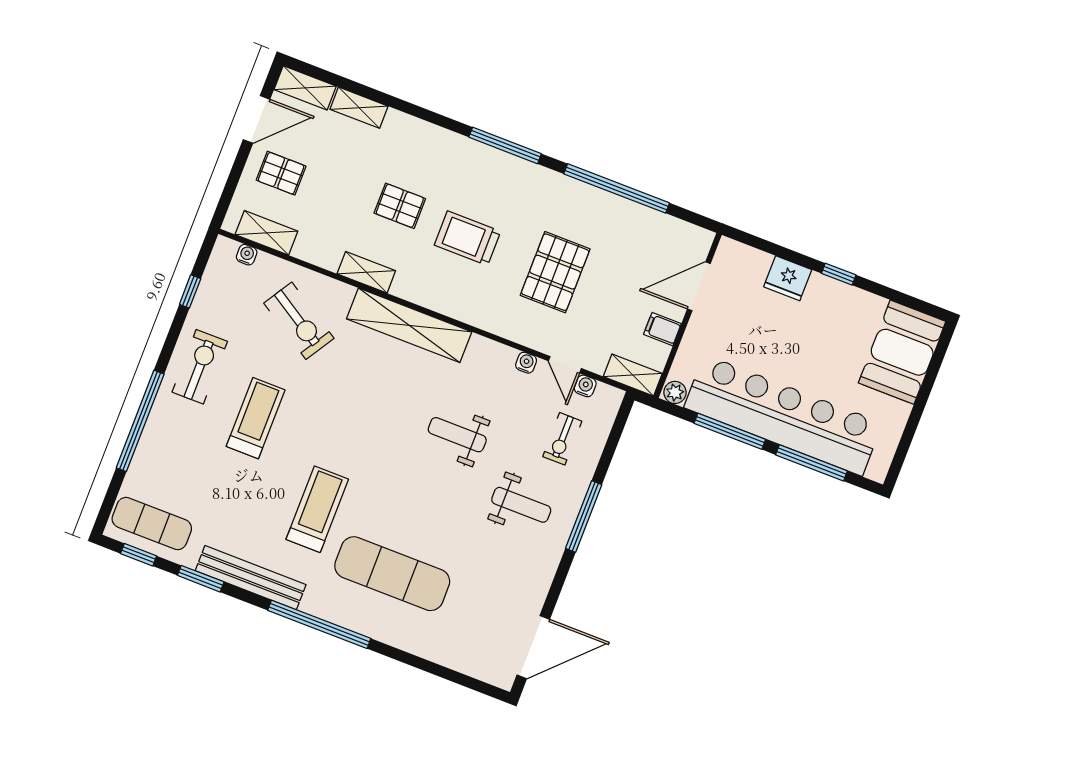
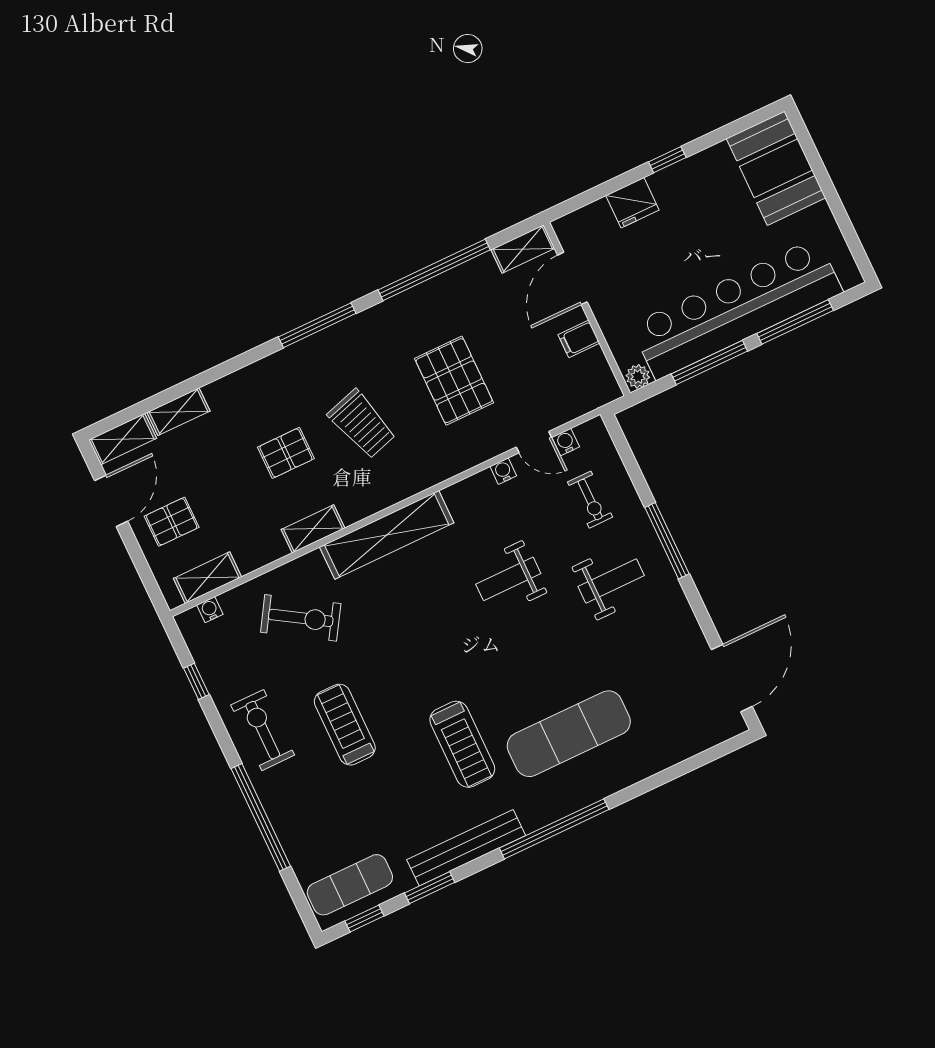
trolley: (467, 238) -> (362, 424), turned -107
shelving: (633, 375) -> (523, 249), moved
treadmill: (317, 509) -> (462, 744), turned 180

